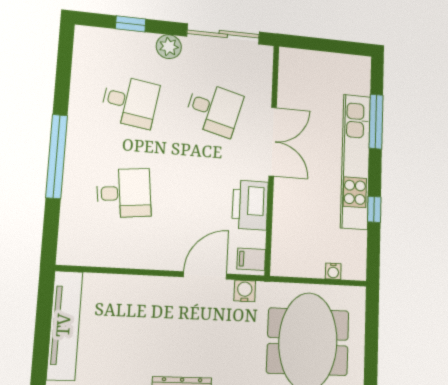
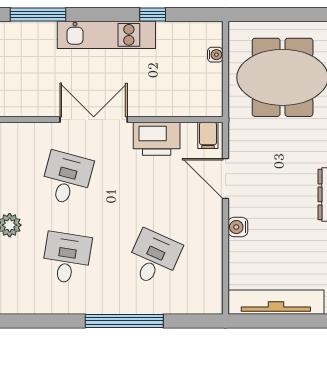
window: (376, 122) -> (38, 14), moved
kitchen unit: (356, 161) -> (106, 35), width x0.73
desk: (124, 193) -> (154, 258), turned 30
water cooler: (245, 291) -> (238, 227), moved

